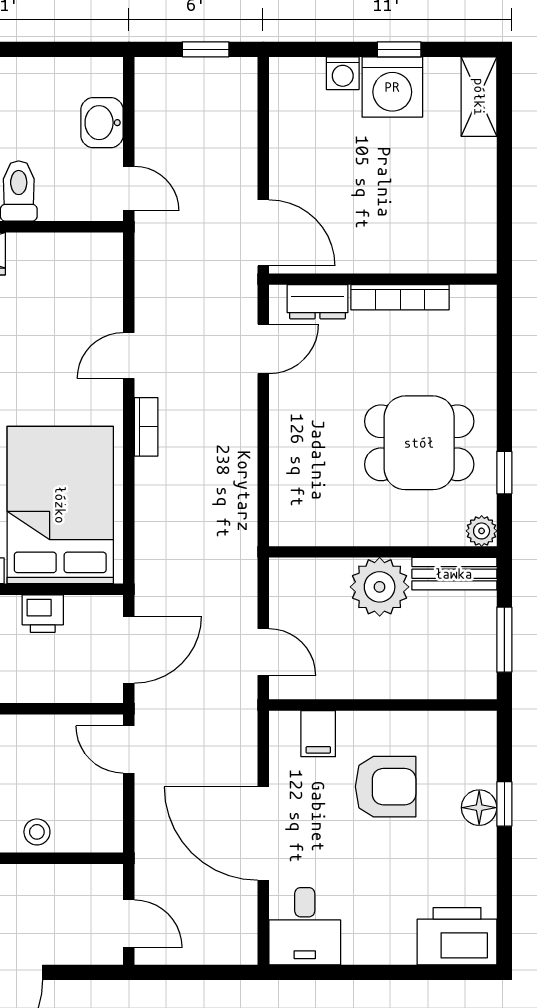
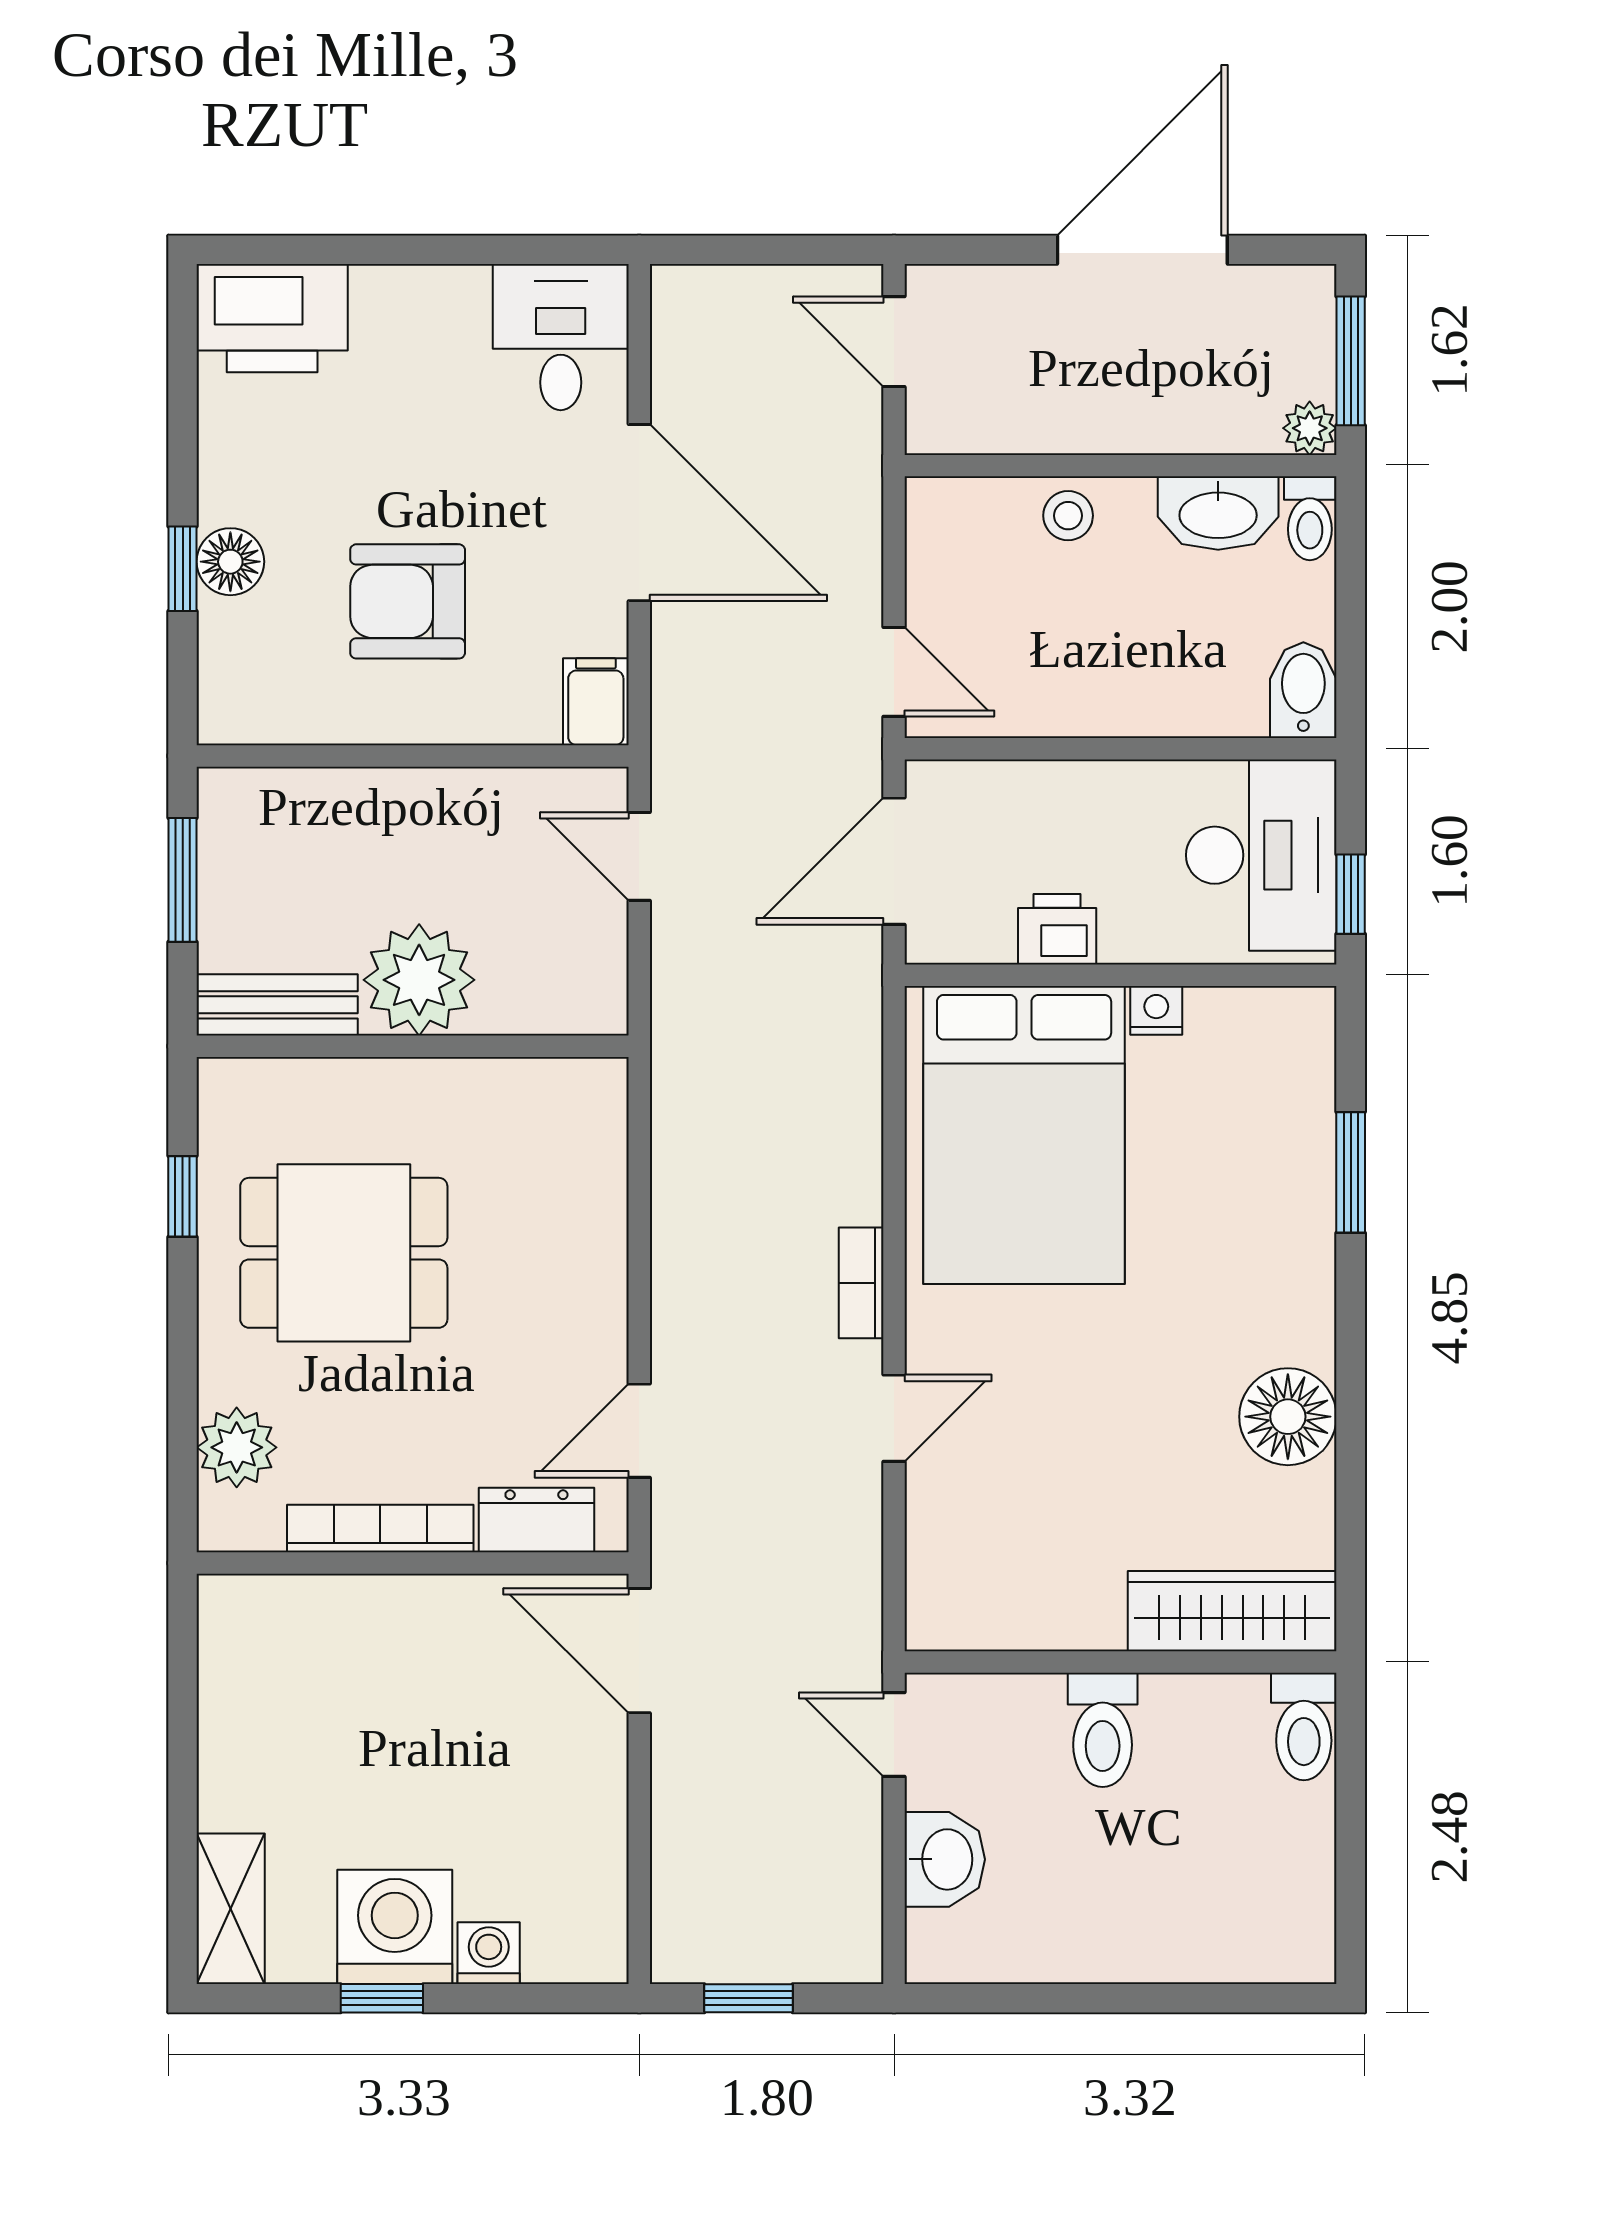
plant: (482, 531) -> (237, 1447), moved, width x1.38, depth x1.38
filing cabinet: (318, 734) -> (596, 702), moved

